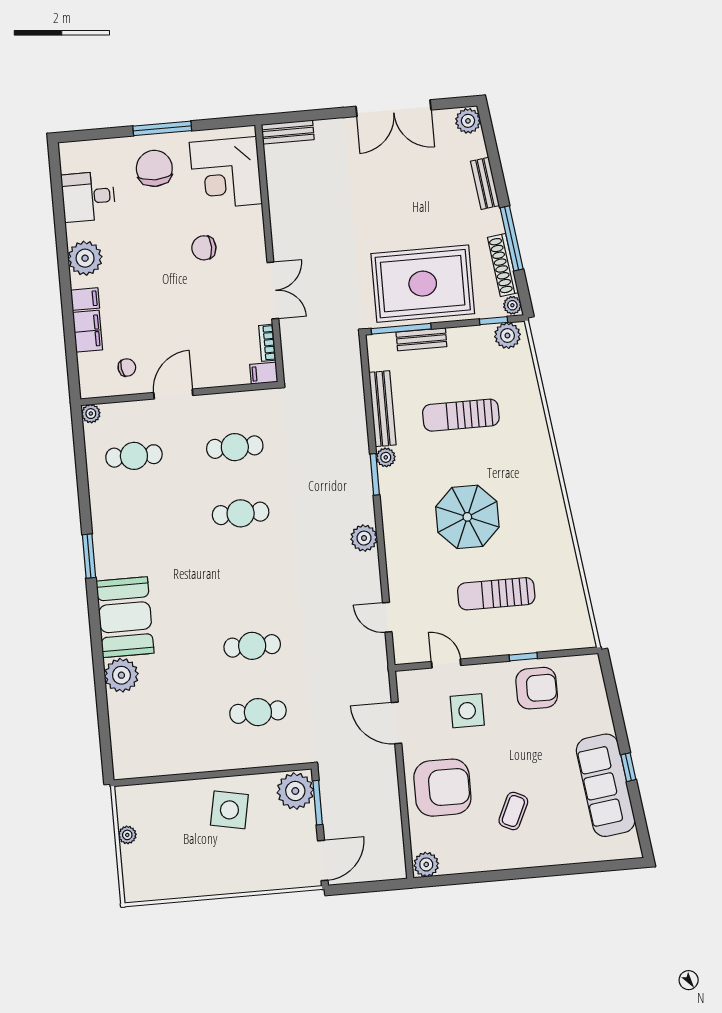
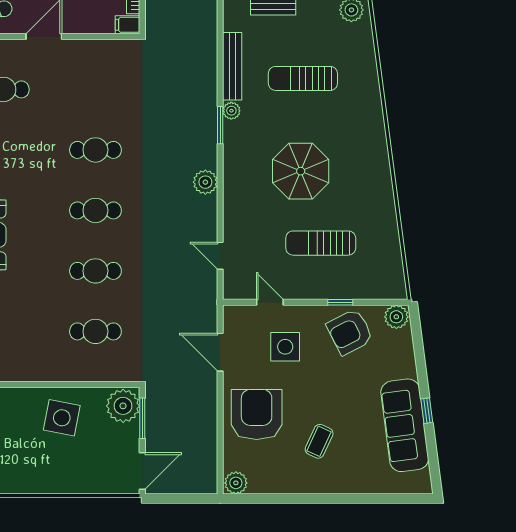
cafe table: (235, 447) -> (95, 210), moved
plant: (586, 667) -> (396, 317), added
armchair: (537, 688) -> (350, 332), turned 153
armchair: (442, 788) -> (257, 414), turned -90

